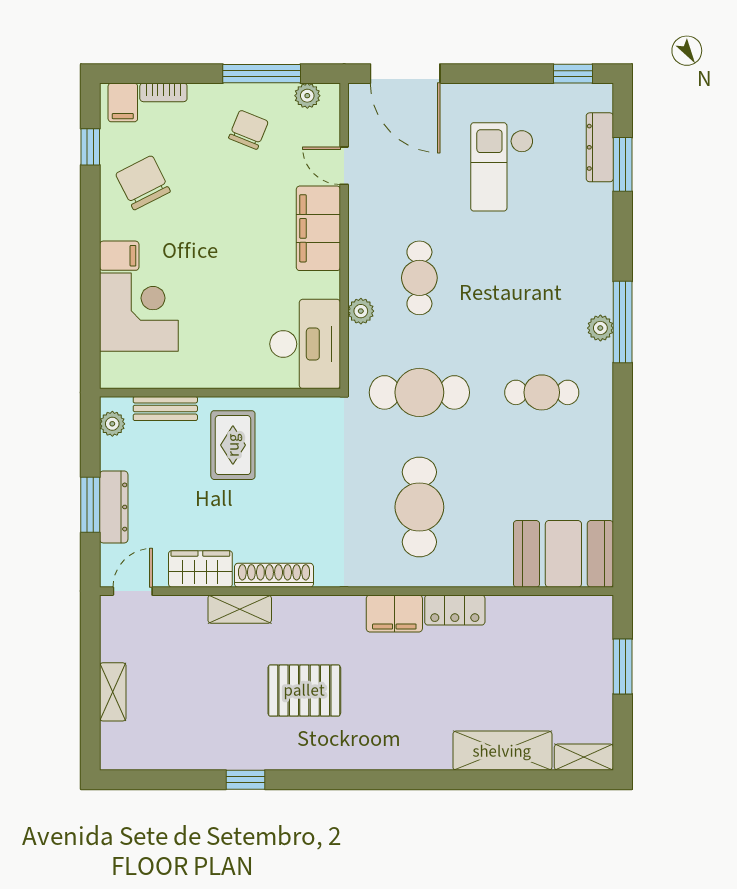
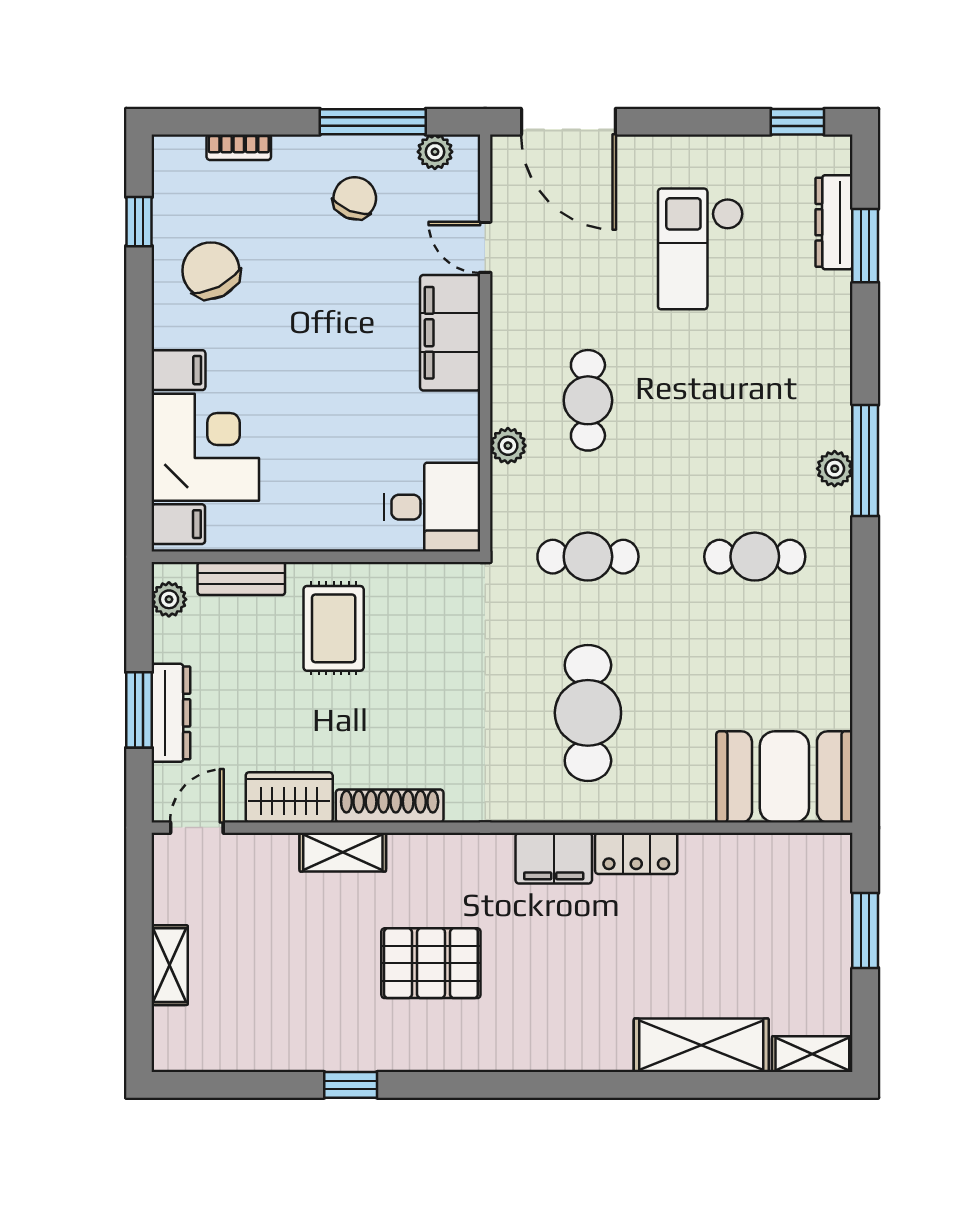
filing cabinet: (123, 102) -> (178, 524), moved, turned -90
desk: (305, 344) -> (432, 507), width x0.73
cafe table: (419, 392) -> (588, 557), width x0.73, depth x0.74

